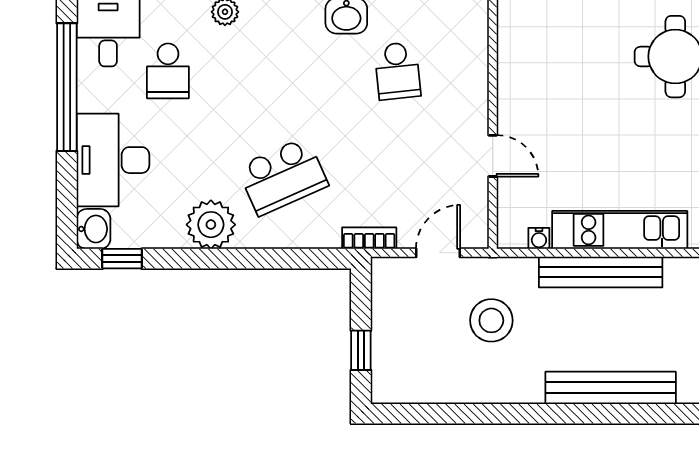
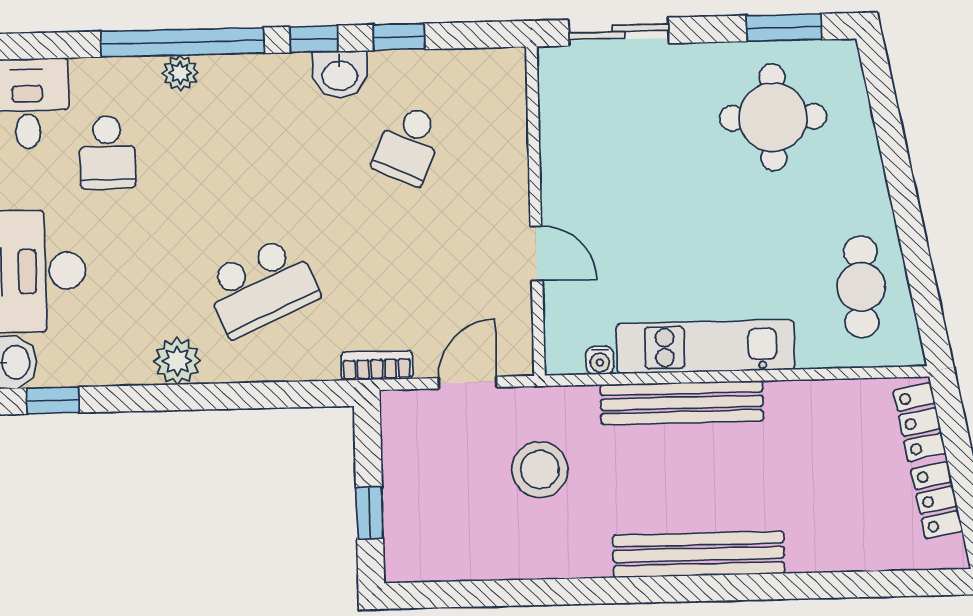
school desk: (397, 71) -> (408, 145), turned 30
plant: (211, 225) -> (177, 361), width x0.73, depth x0.73

